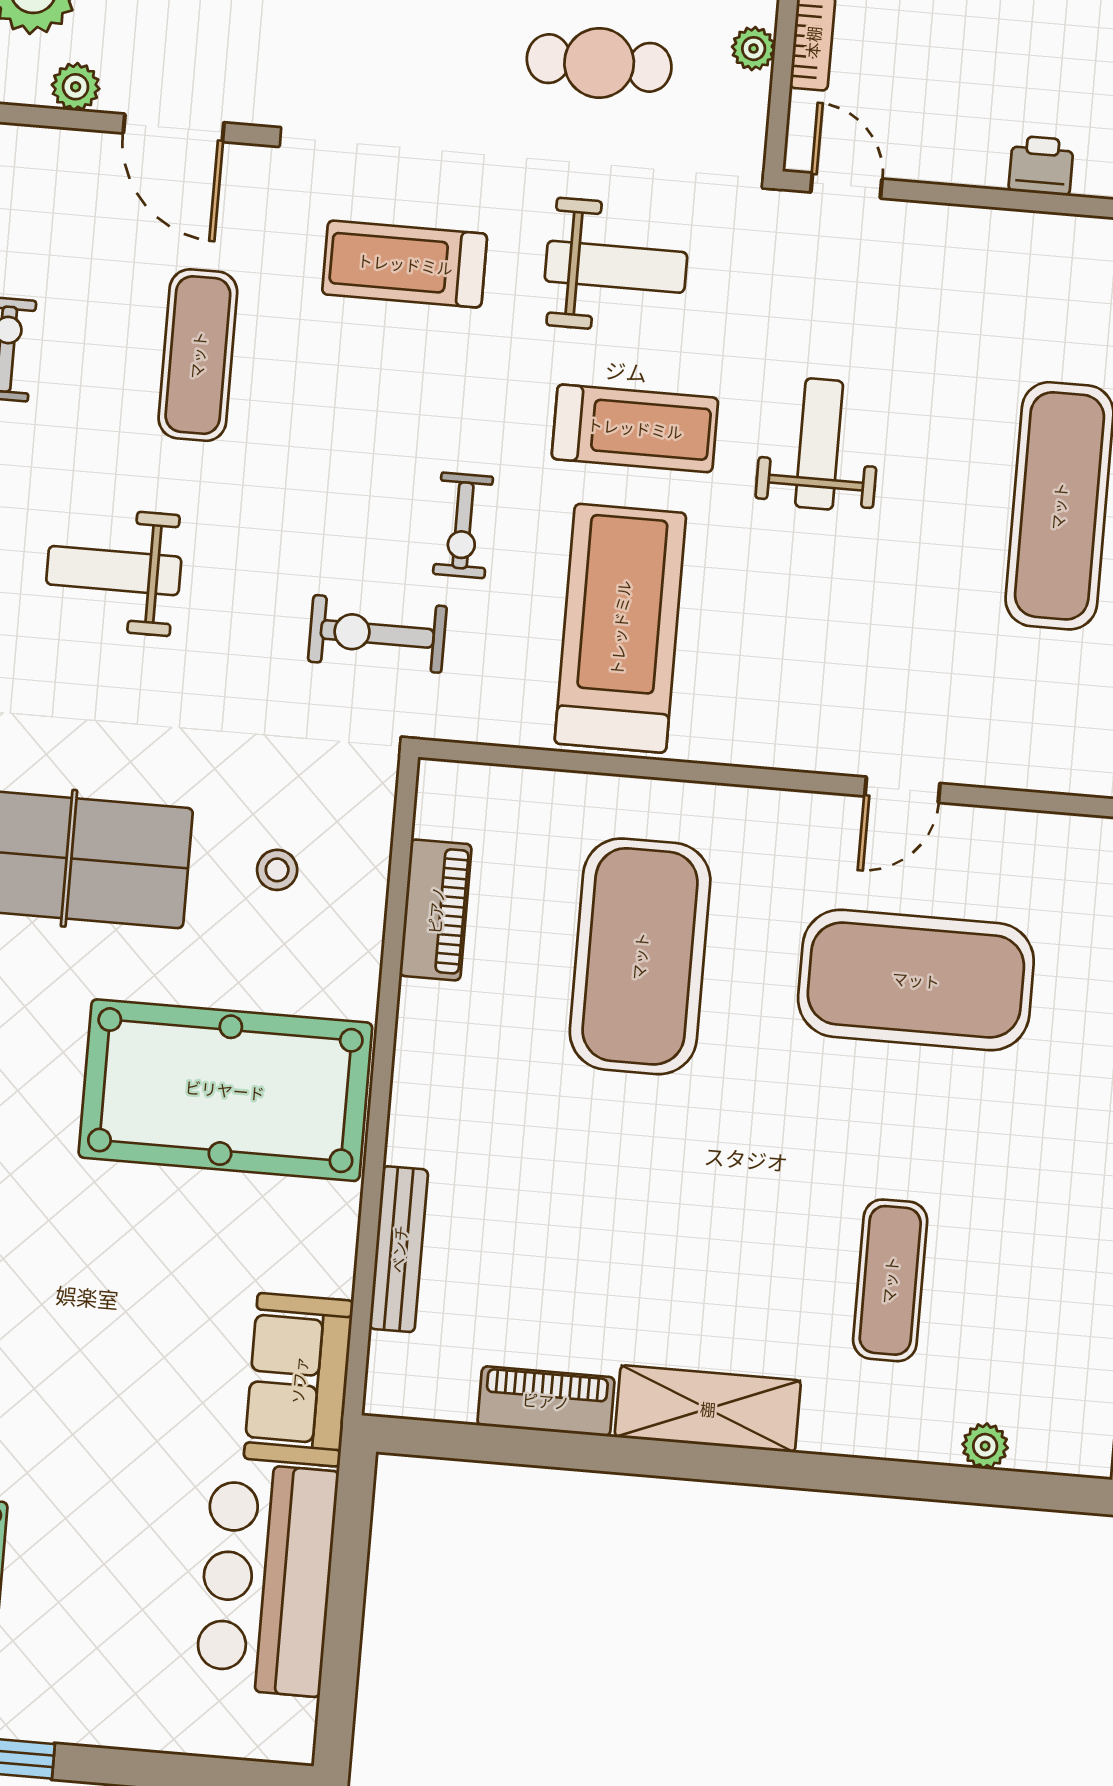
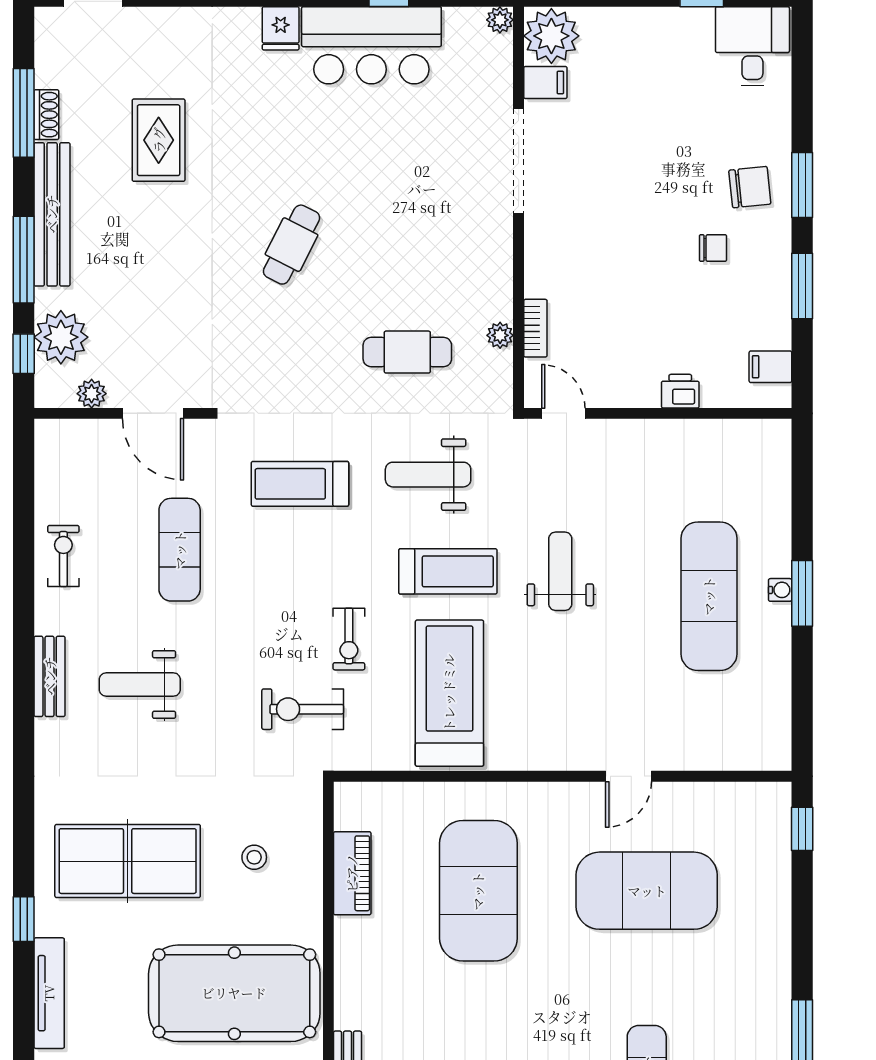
weight bench: (616, 267) -> (428, 475), turned 180

